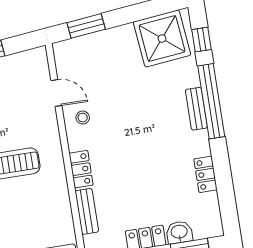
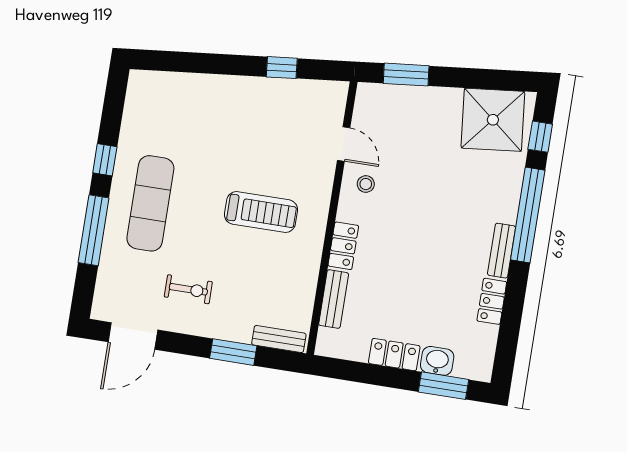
bench: (196, 109) -> (501, 251), moved

